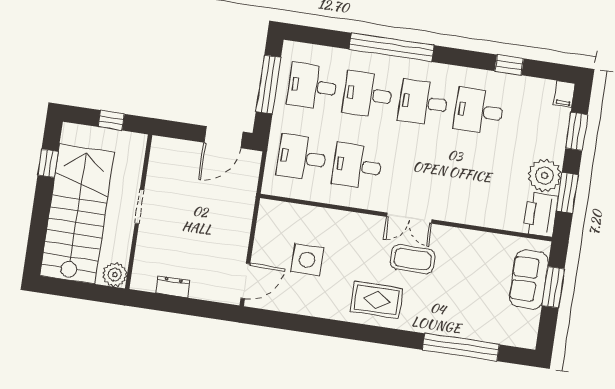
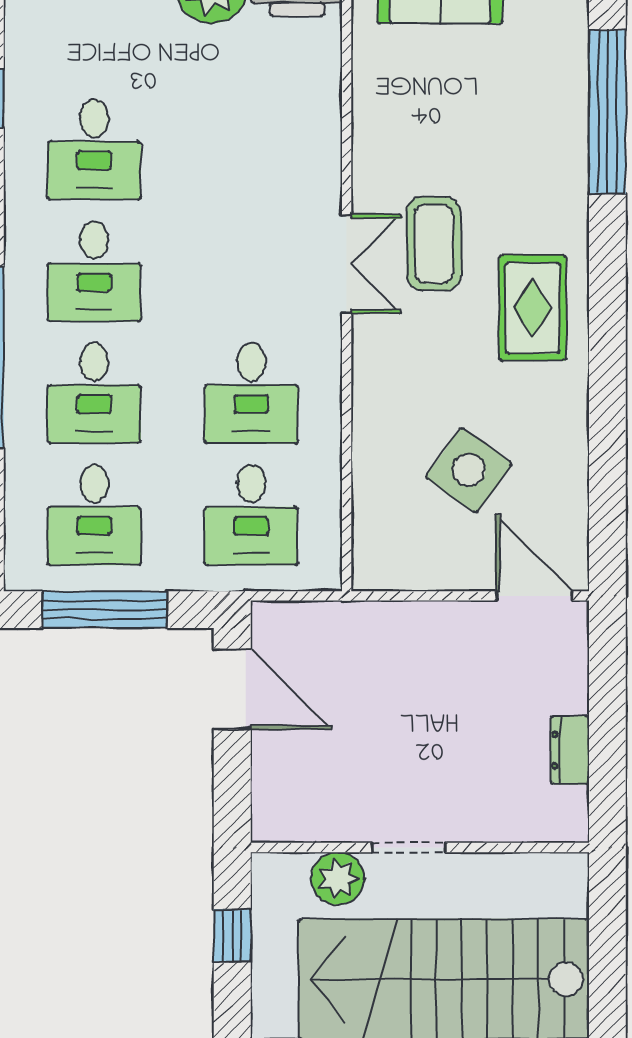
side table: (307, 260) -> (469, 470), turned 36
plant: (115, 275) -> (338, 878), moved

